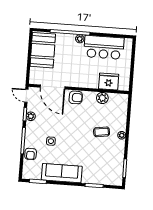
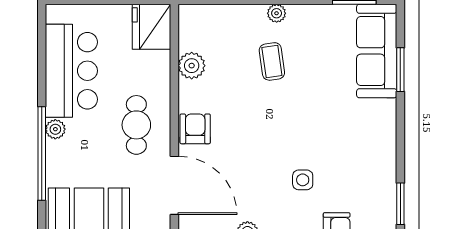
cafe table: (79, 73) -> (136, 125), added
fridge: (109, 82) -> (152, 27), moved
door: (53, 87) -> (174, 185), hinge flipped
sofa: (62, 173) -> (377, 51), moved

